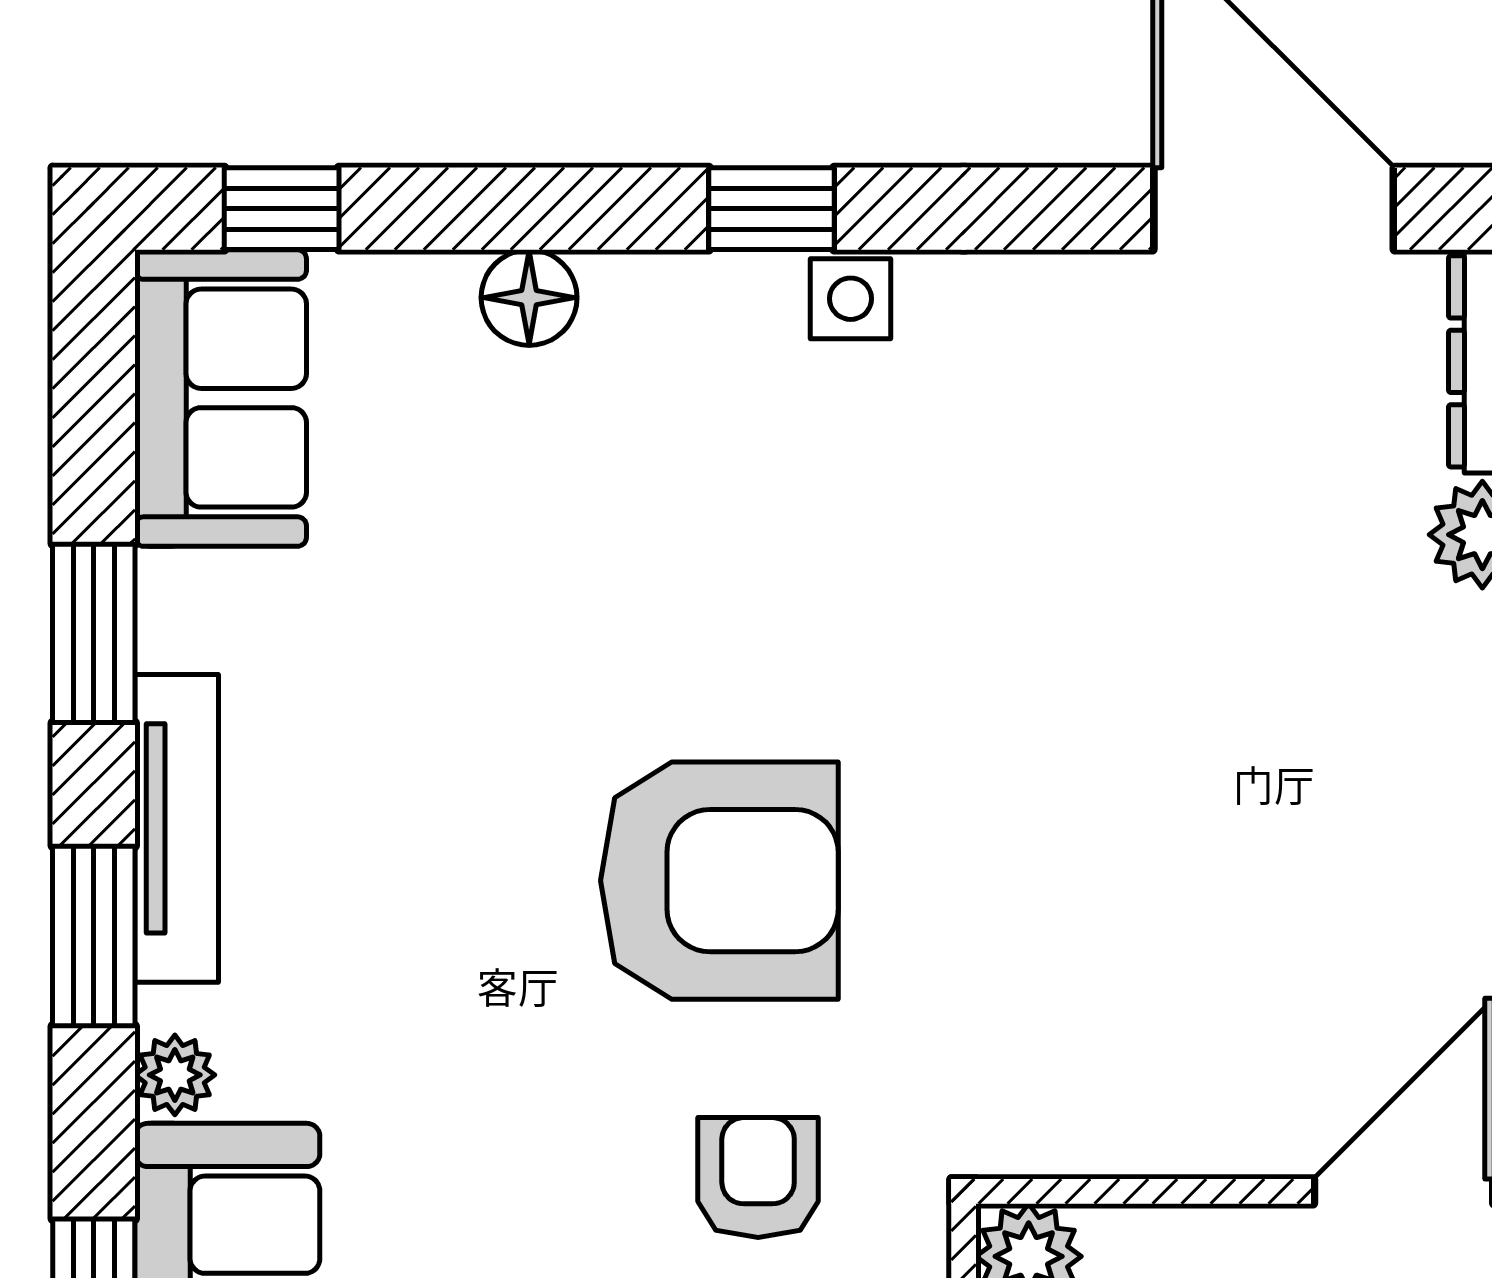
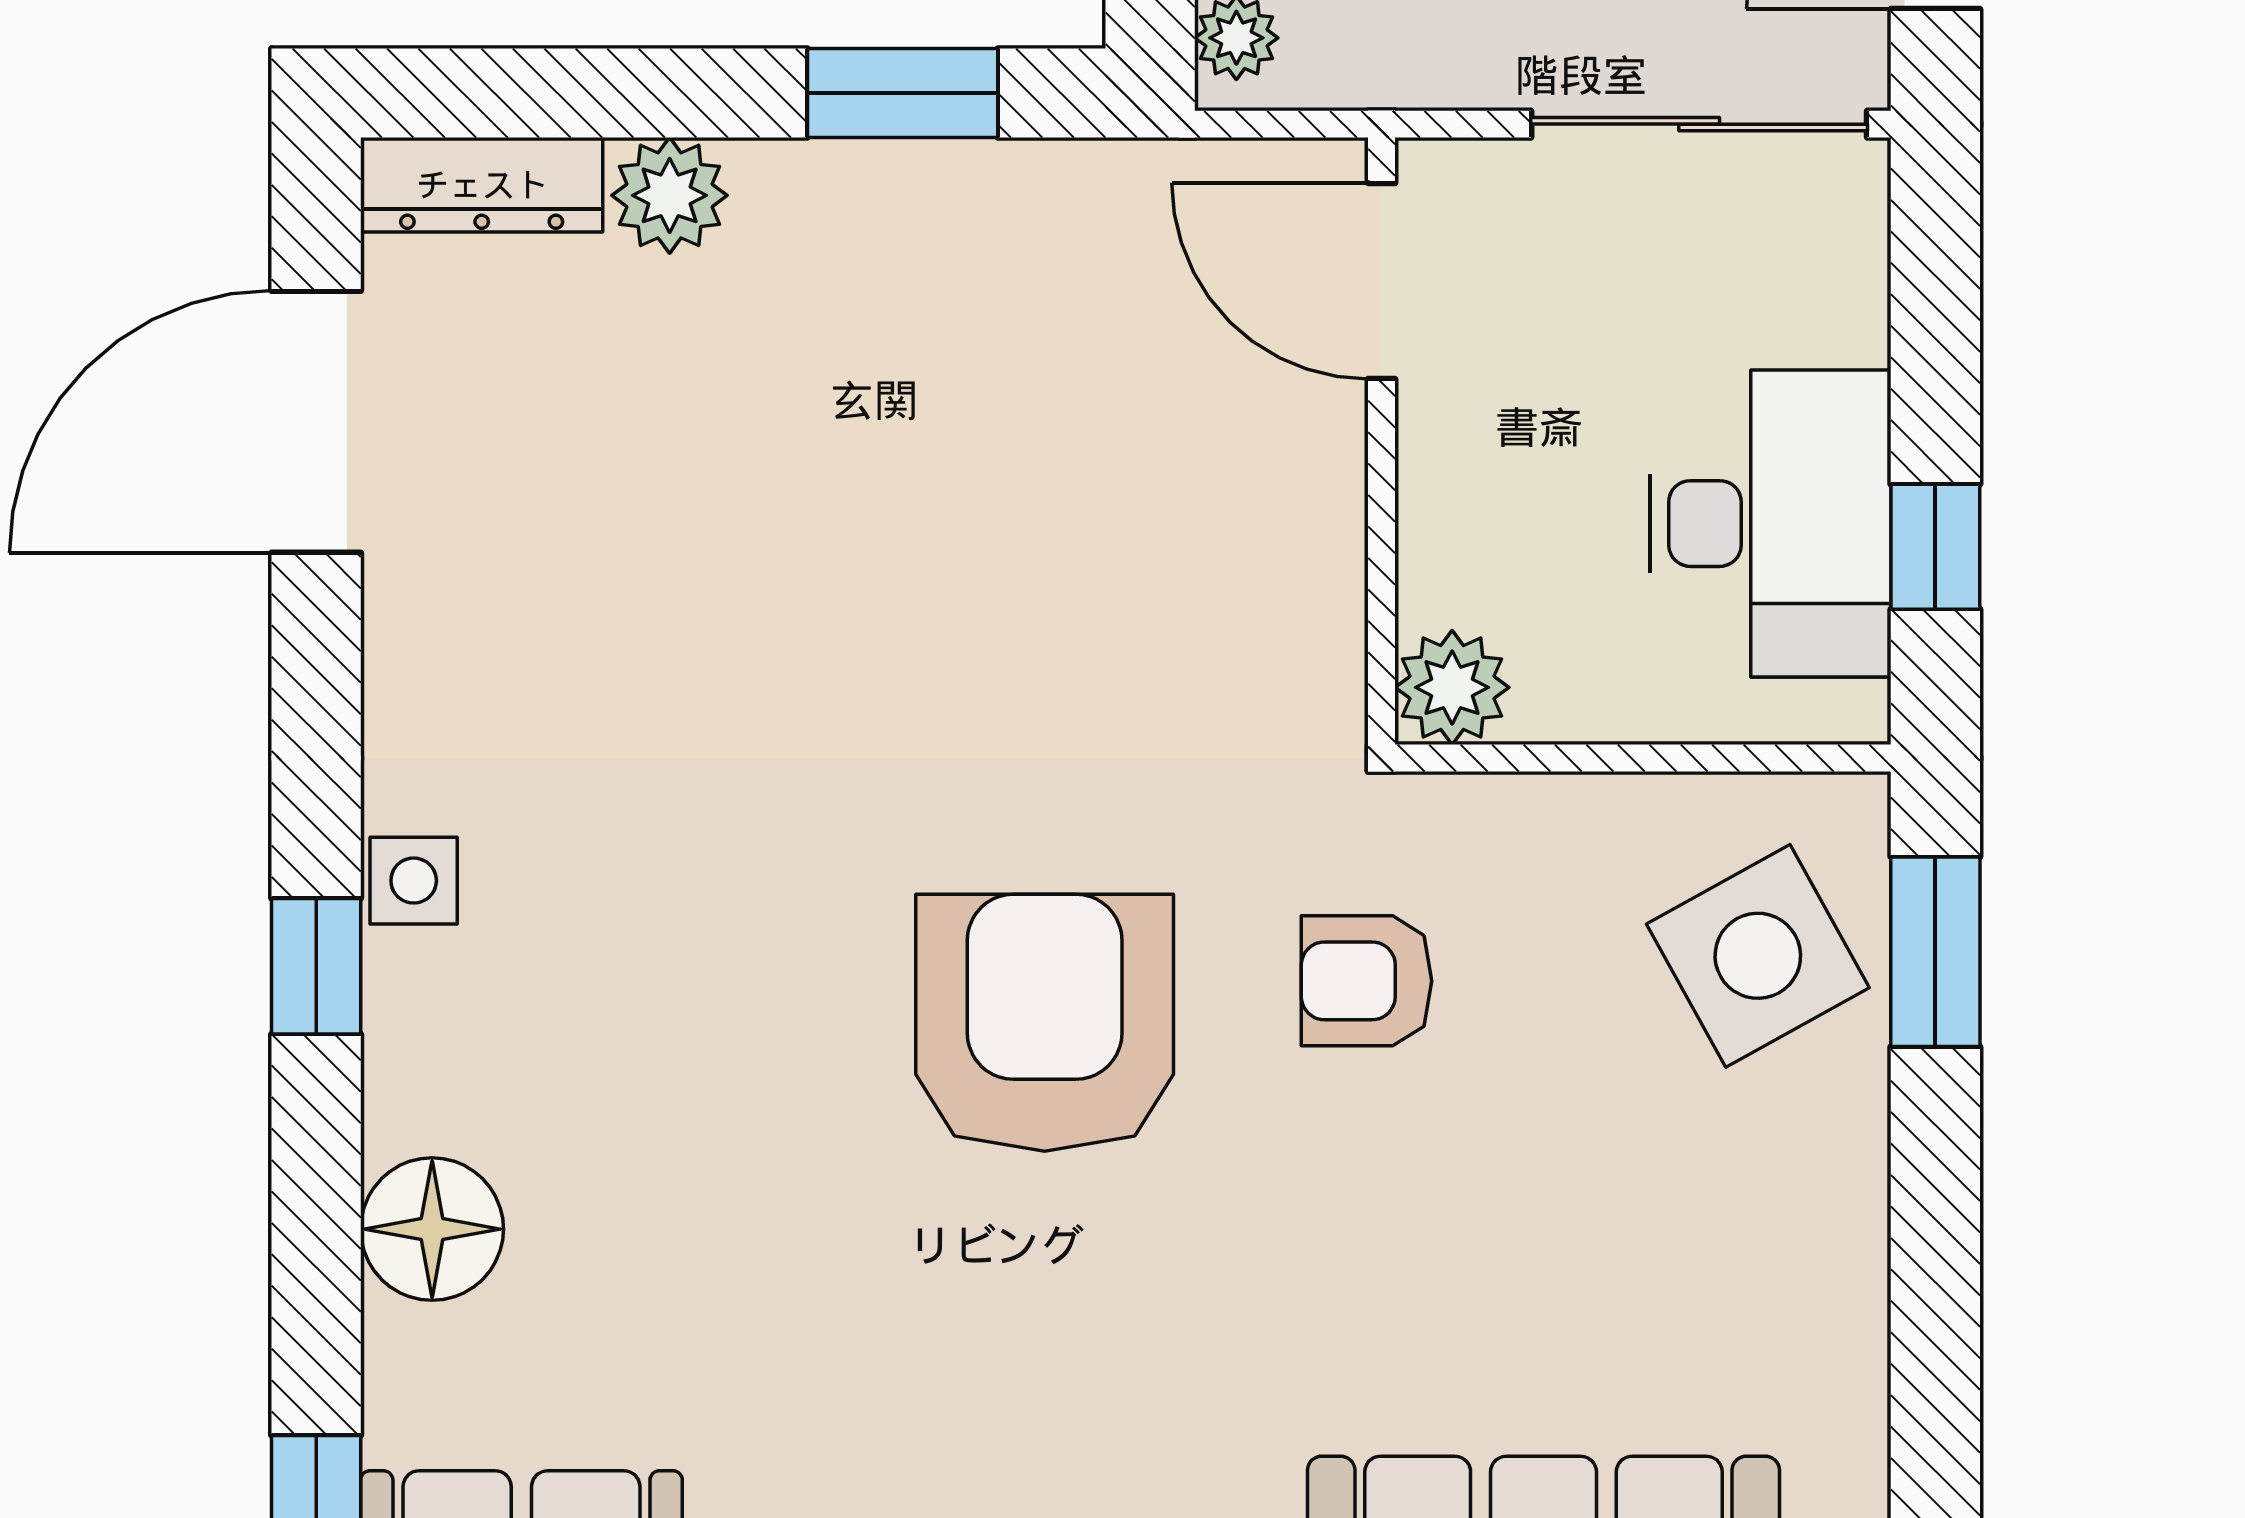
floor lamp: (529, 298) -> (432, 1229), width x1.38, depth x1.38

